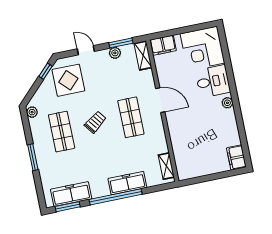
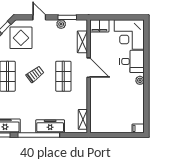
shelving: (143, 56) -> (82, 42), moved
filing cabinet: (236, 157) -> (138, 128), width x0.50

